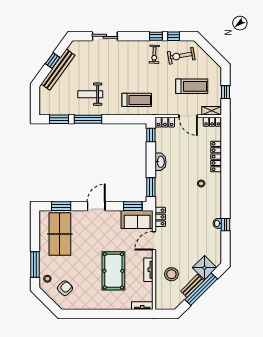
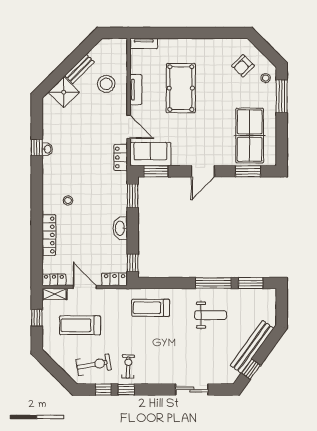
window: (53, 61) -> (251, 369), moved
door: (154, 241) -> (129, 127), hinge flipped
window: (201, 289) -> (68, 65), removed

